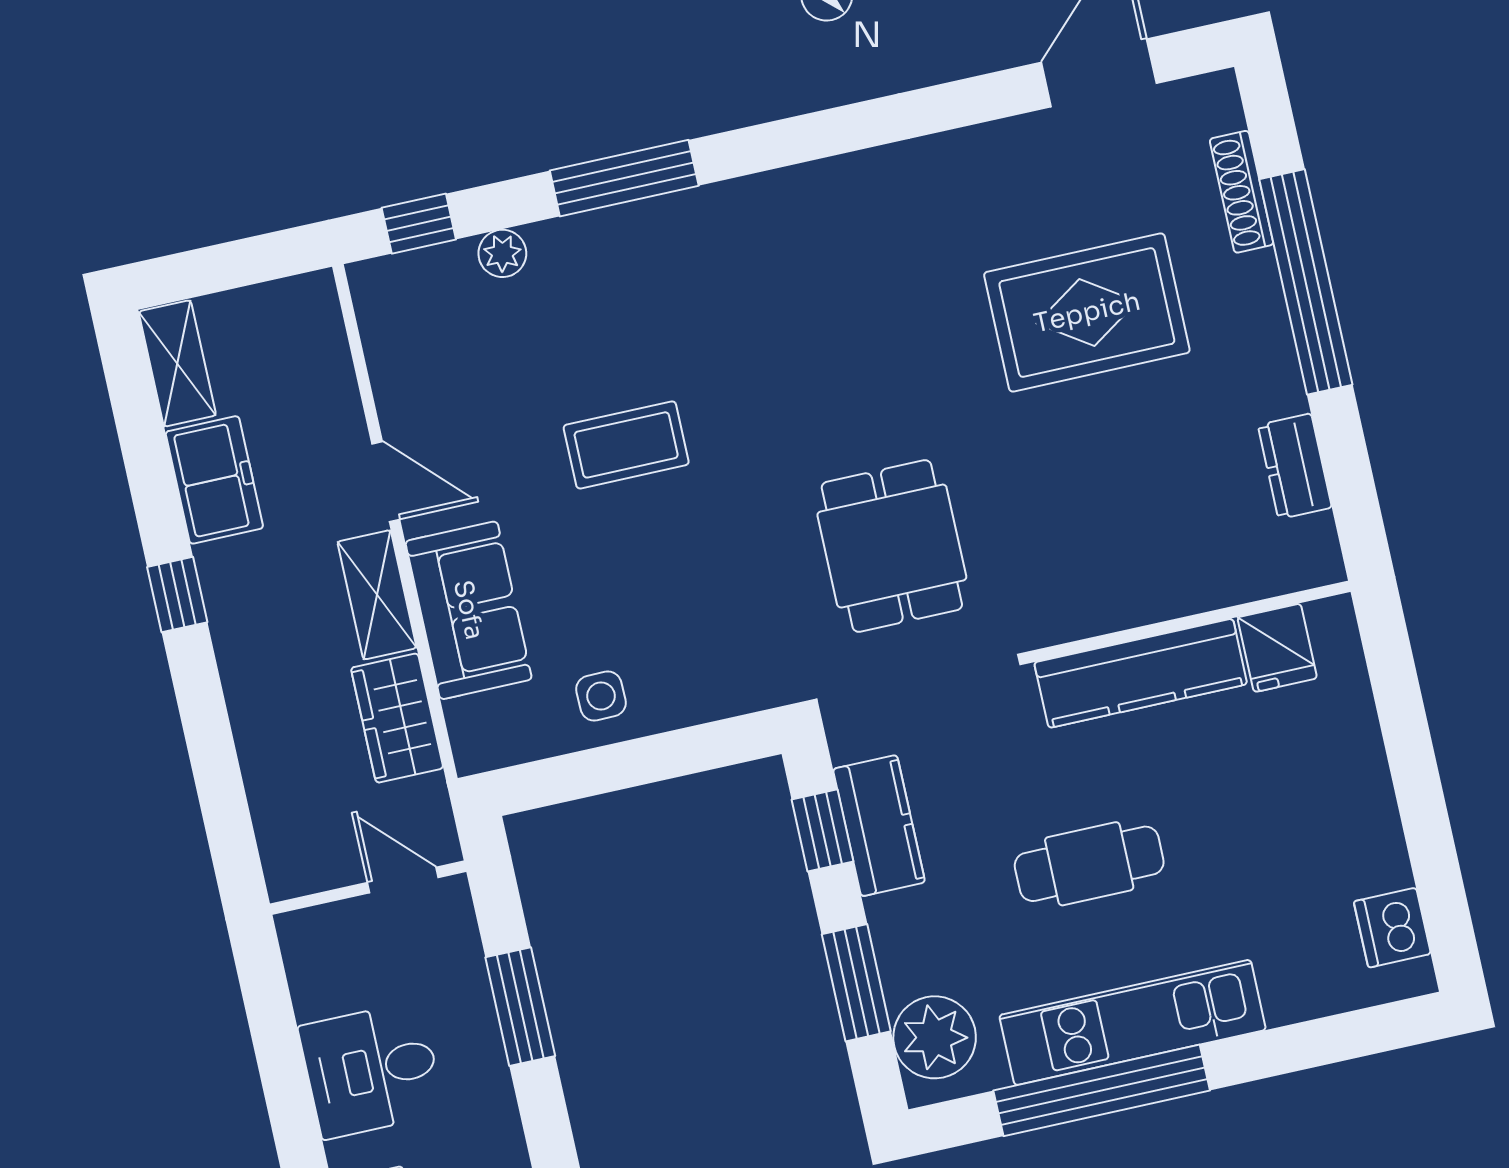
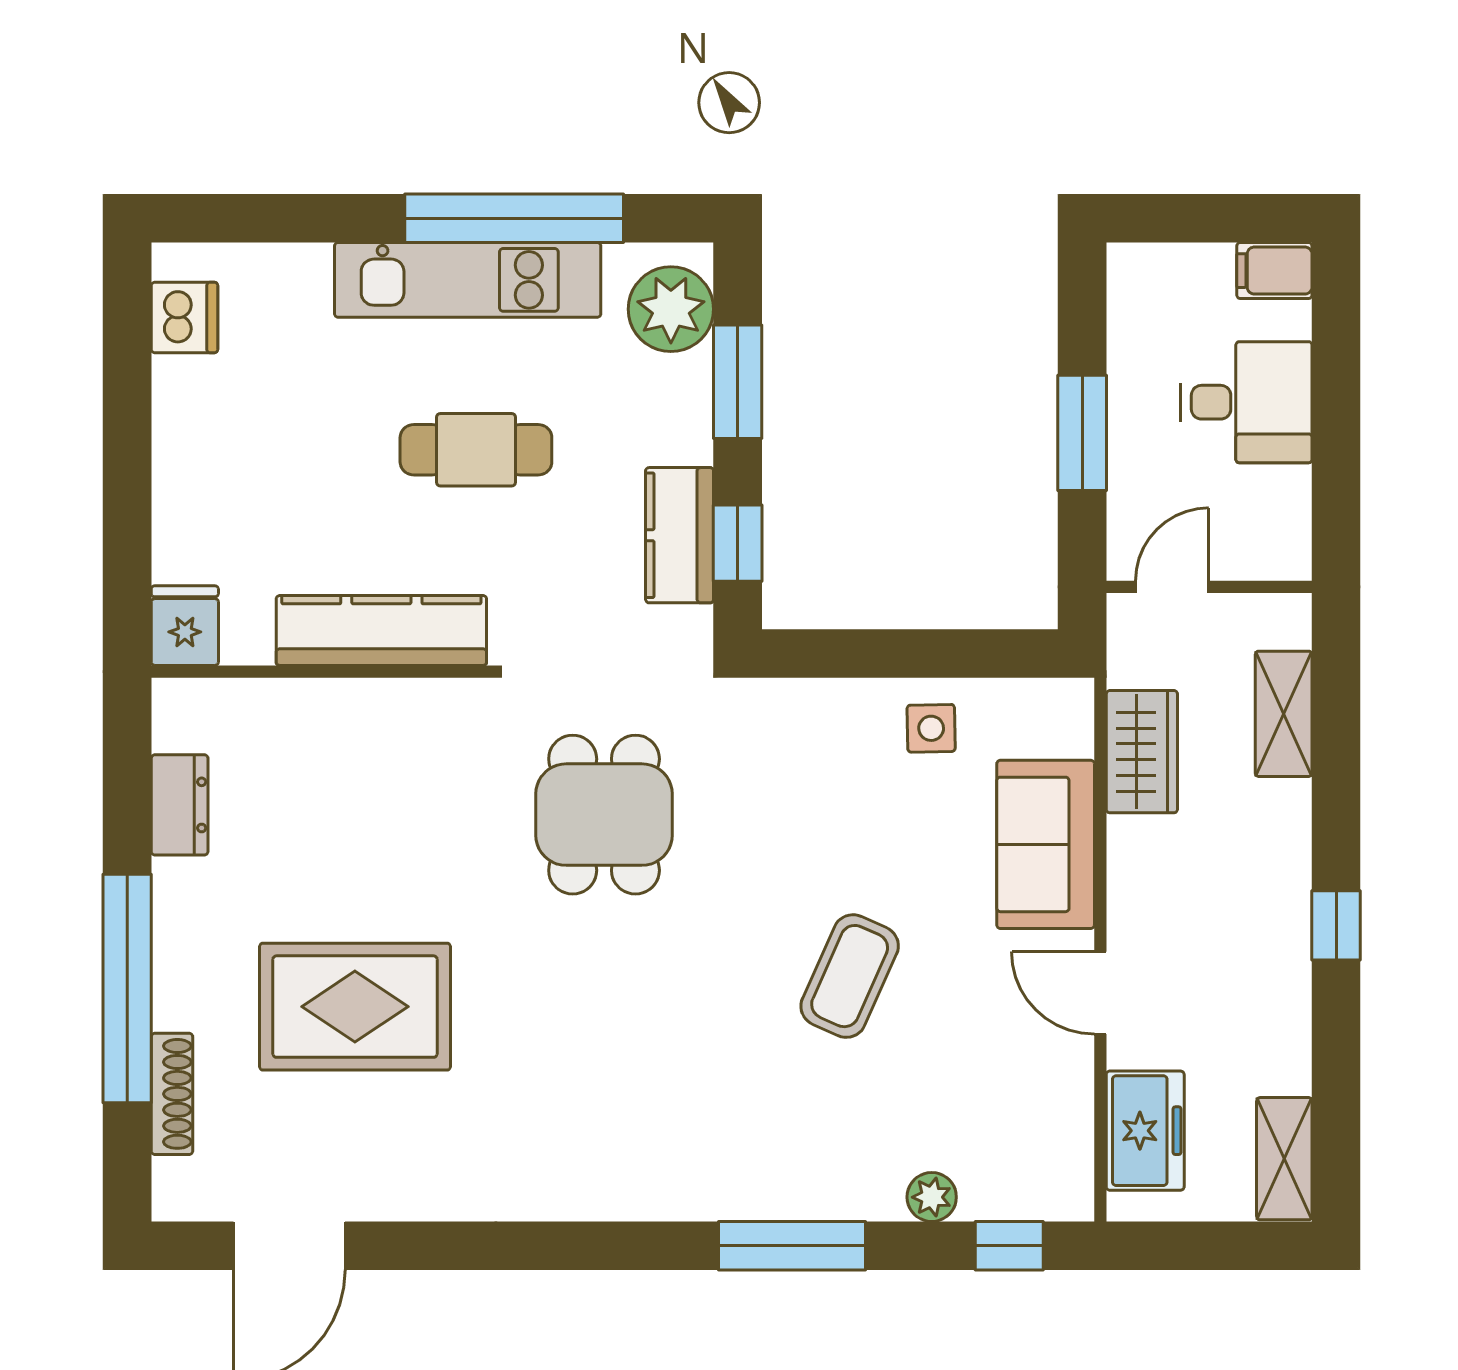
coffee table: (626, 445) -> (850, 976), turned -66
freezer: (214, 480) -> (1145, 1131), moved, turned 180
shelving: (377, 595) -> (1284, 714), moved
fridge: (1277, 648) -> (185, 626), moved
door: (403, 880) -> (1172, 587), swing flipped

